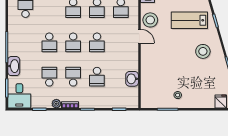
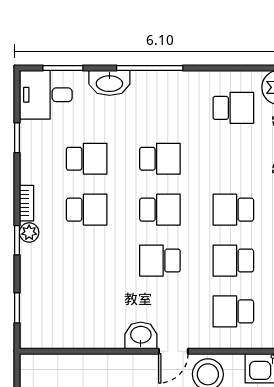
school desk: (49, 42) -> (160, 159), turned 180
school desk: (73, 42) -> (160, 210), turned 180
school desk: (97, 77) -> (87, 261), removed
washbasin: (132, 79) -> (141, 336), moved
plant: (56, 104) -> (29, 233), moved

